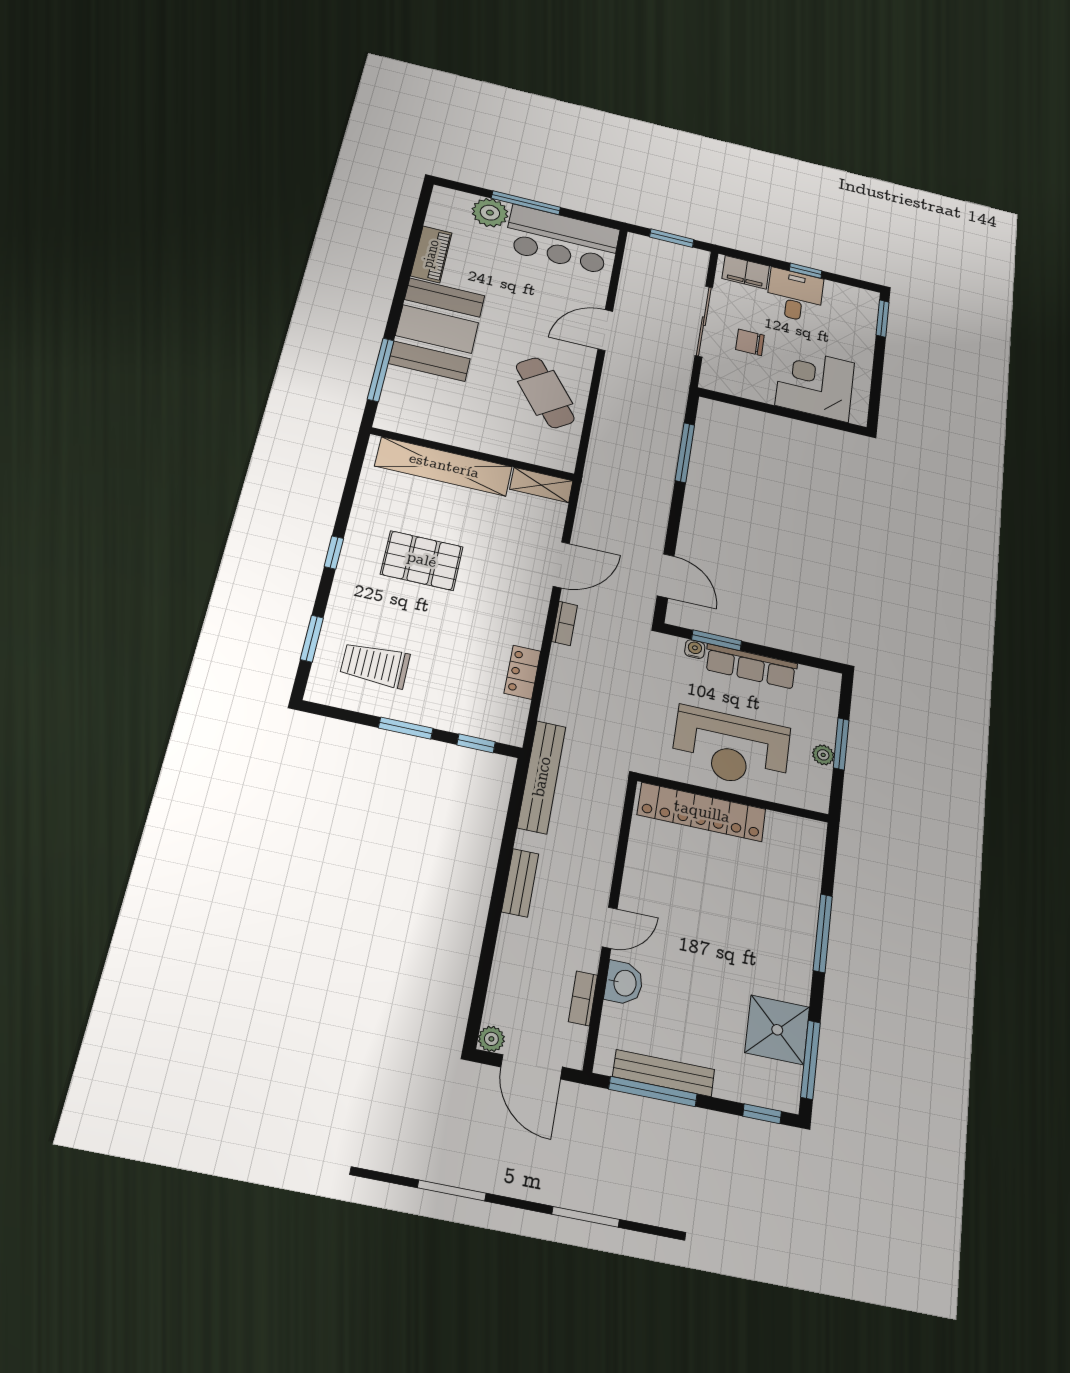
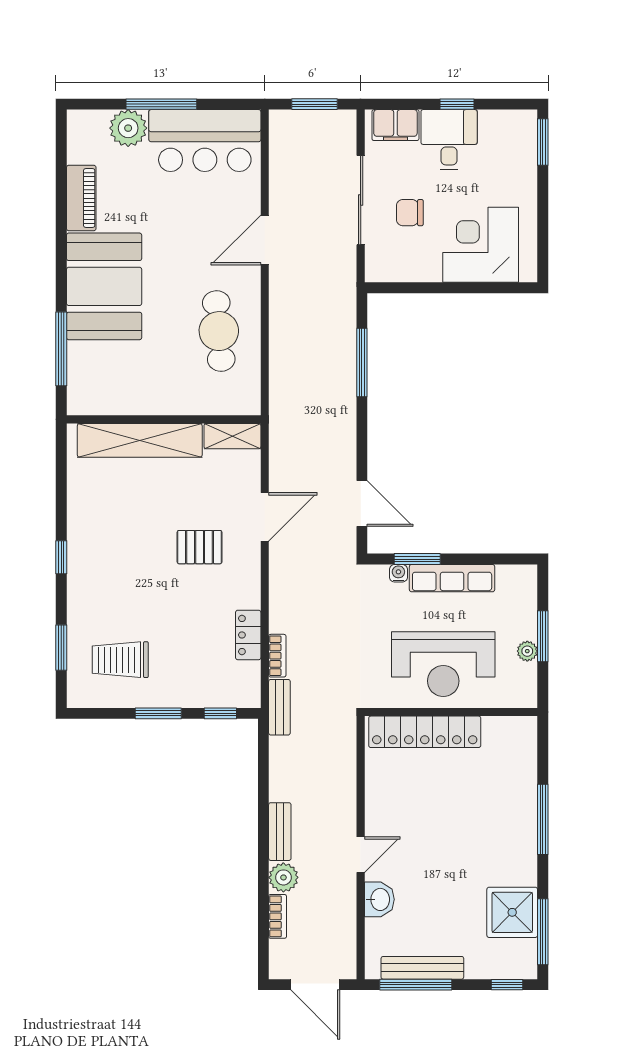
cafe table: (545, 393) -> (219, 331), turned 31
pallet: (422, 560) -> (200, 547), moved, width x0.67, depth x0.71
bookcase: (565, 623) -> (277, 656), moved
bench: (542, 777) -> (279, 707), width x0.54, depth x0.82
bookcase: (583, 998) -> (278, 916), moved, turned 180
plant: (491, 1039) -> (283, 877), moved, width x1.38, depth x1.38

